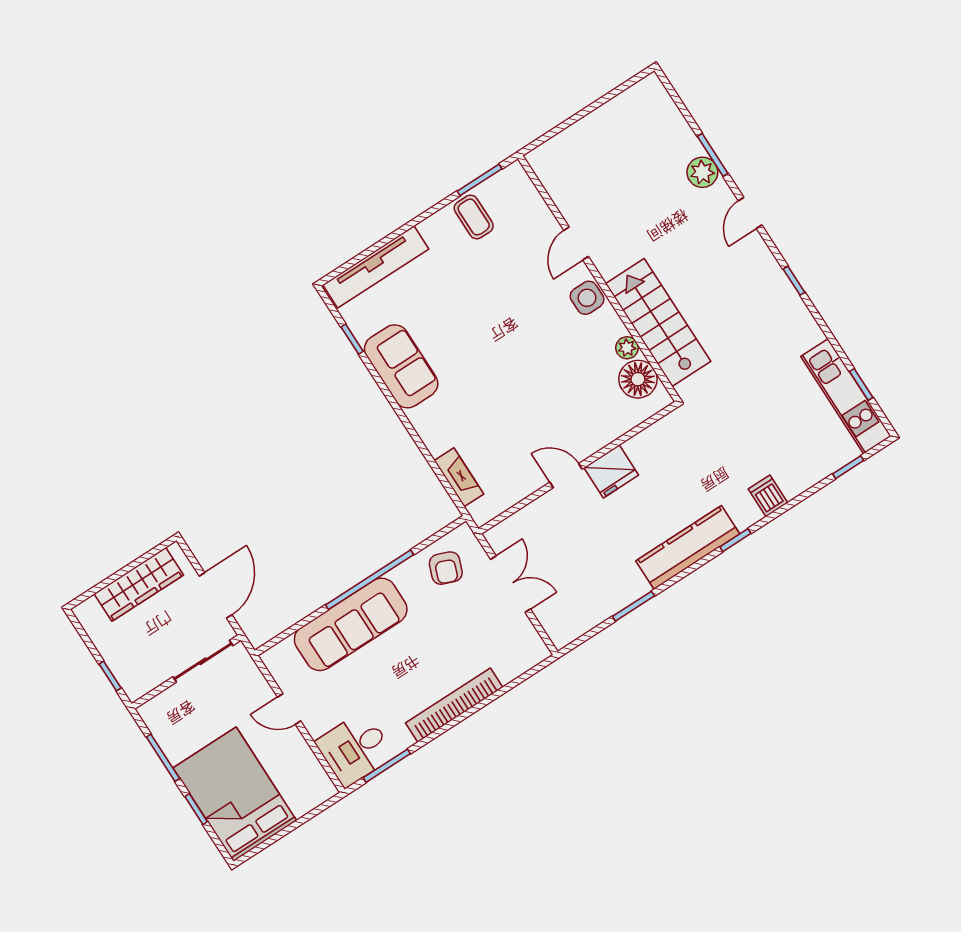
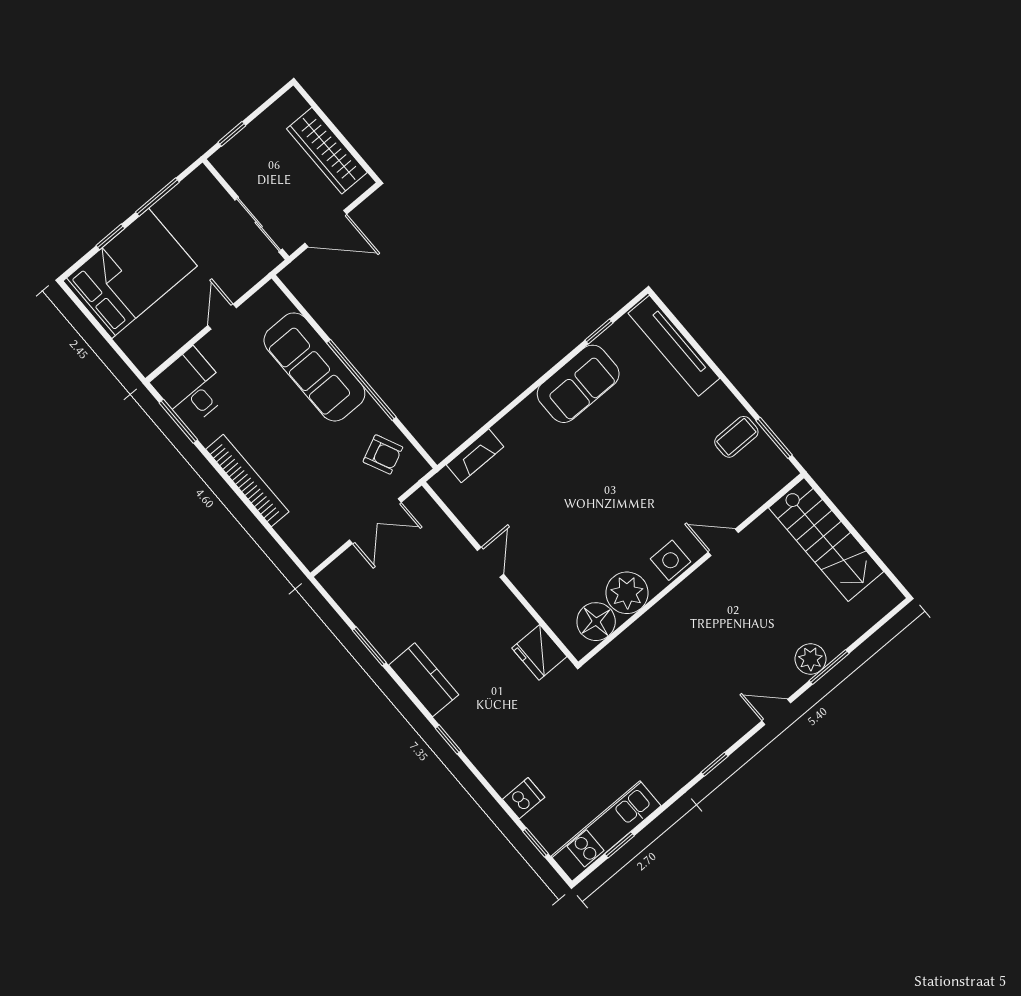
stairs: (658, 322) -> (826, 540), moved, turned 90
plant: (627, 348) -> (627, 593), width x1.88, depth x1.88
fridge: (611, 471) -> (539, 652), moved
dishwasher: (768, 496) -> (524, 798), moved
kitchen counter: (688, 547) -> (424, 680), width x0.67
armchair: (446, 568) -> (383, 454), turned -136

